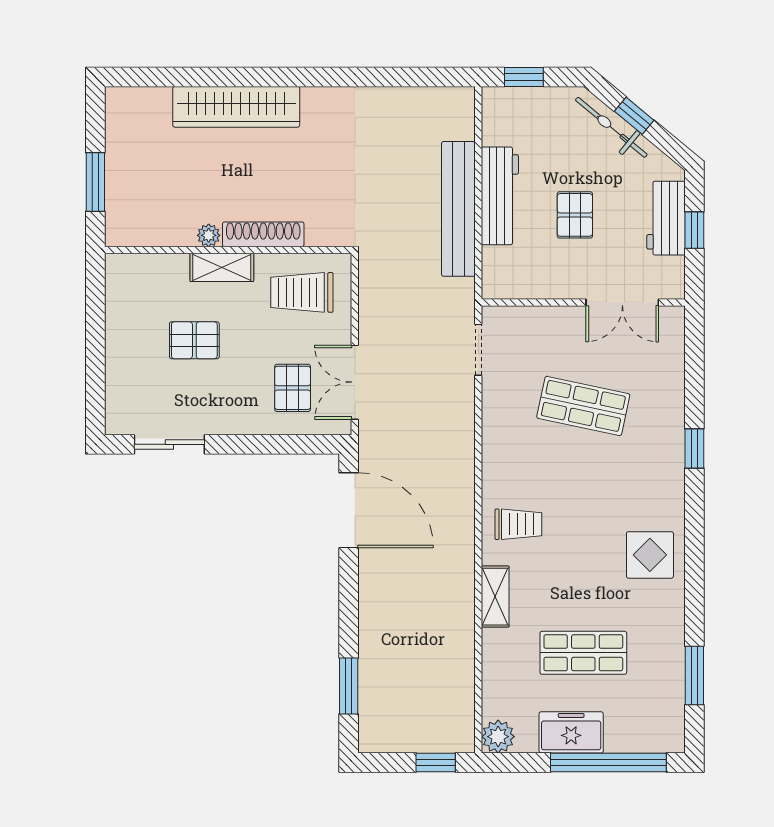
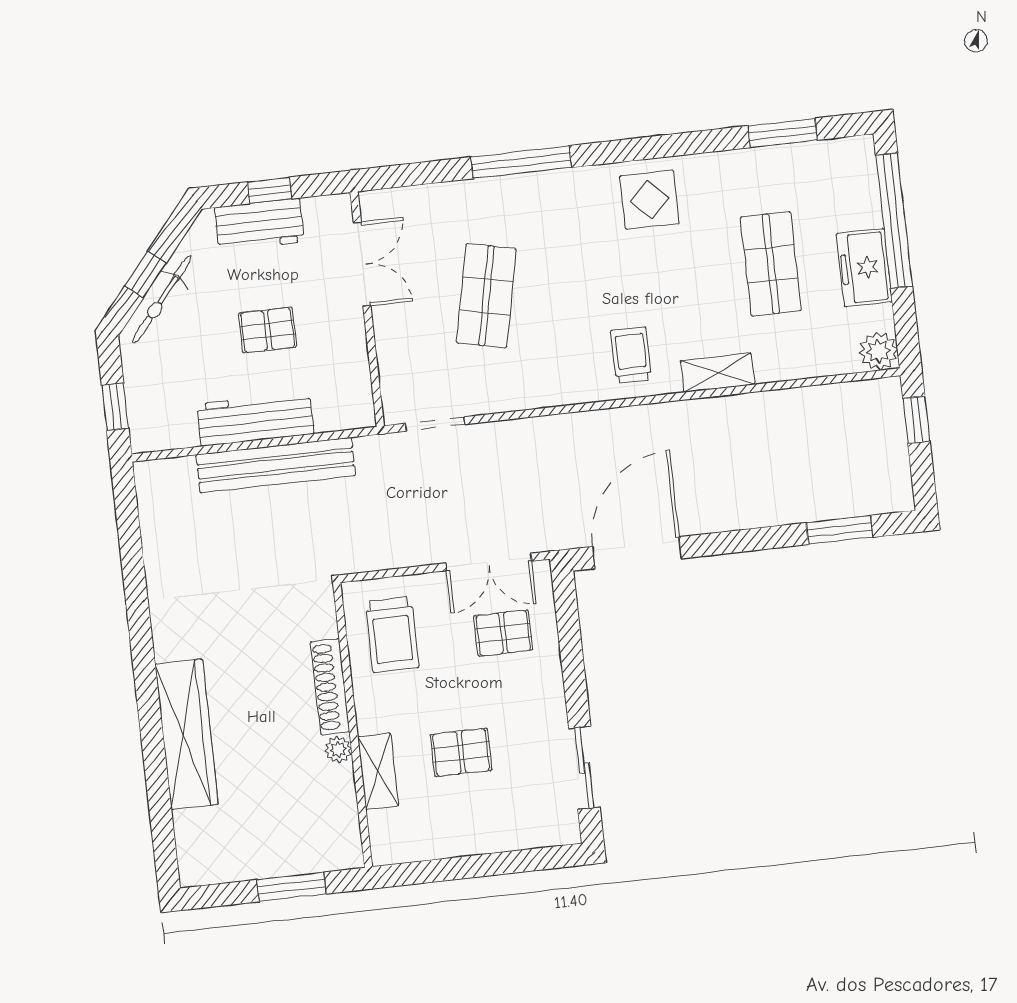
shelving: (222, 267) -> (378, 771), moved
pallet: (194, 340) -> (461, 752), turned 90
window: (694, 448) -> (521, 162), width x2.17

